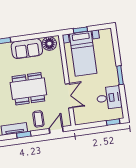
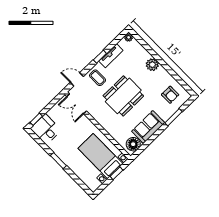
double door: (69, 96) -> (77, 104), moved
desk: (109, 98) -> (46, 129), moved, turned 90
door: (56, 130) -> (77, 79), swing flipped

